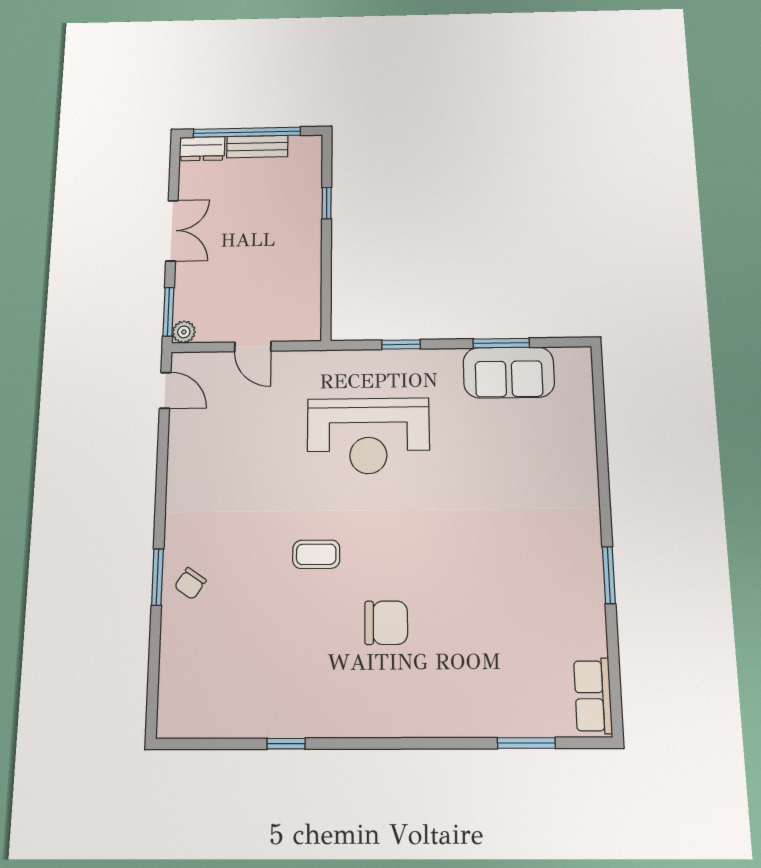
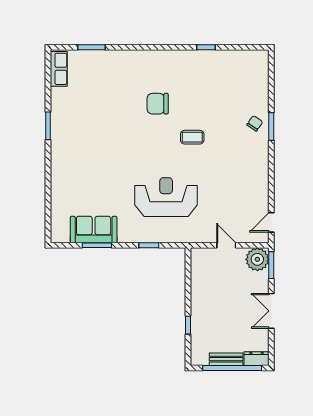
plant: (184, 332) -> (257, 259), width x1.87, depth x1.87
door: (165, 390) -> (271, 222), hinge flipped

